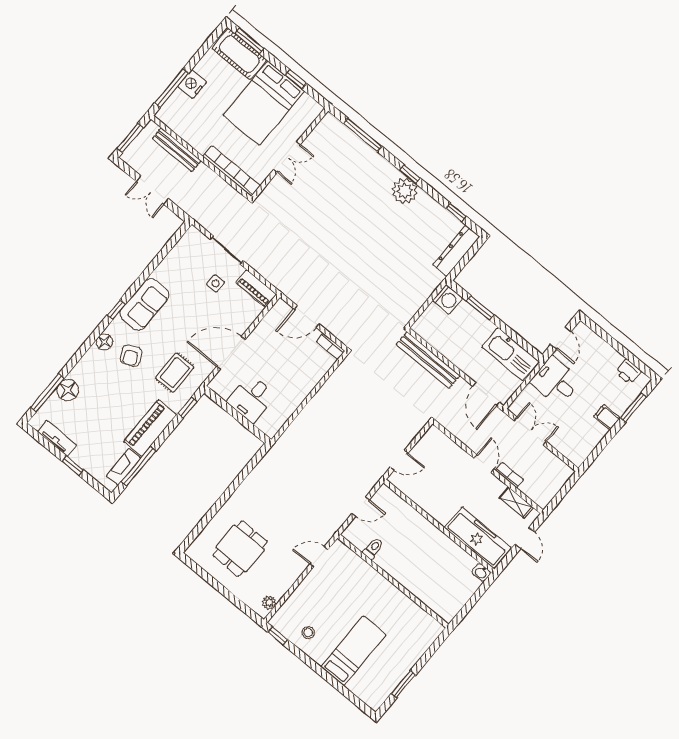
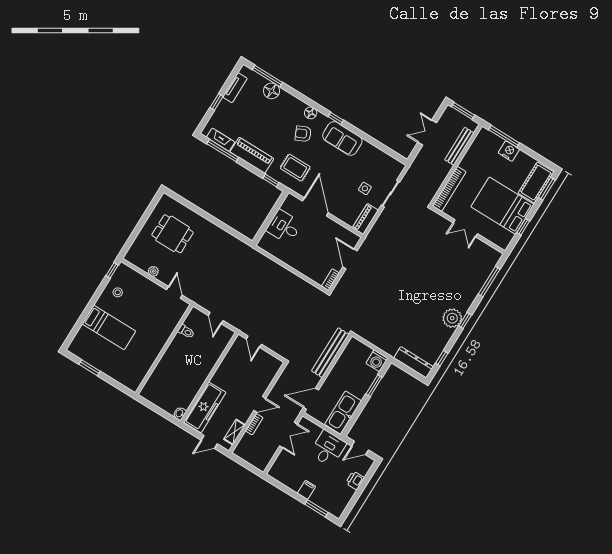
printer: (628, 372) -> (355, 480), moved
plant: (269, 603) -> (153, 271), moved

